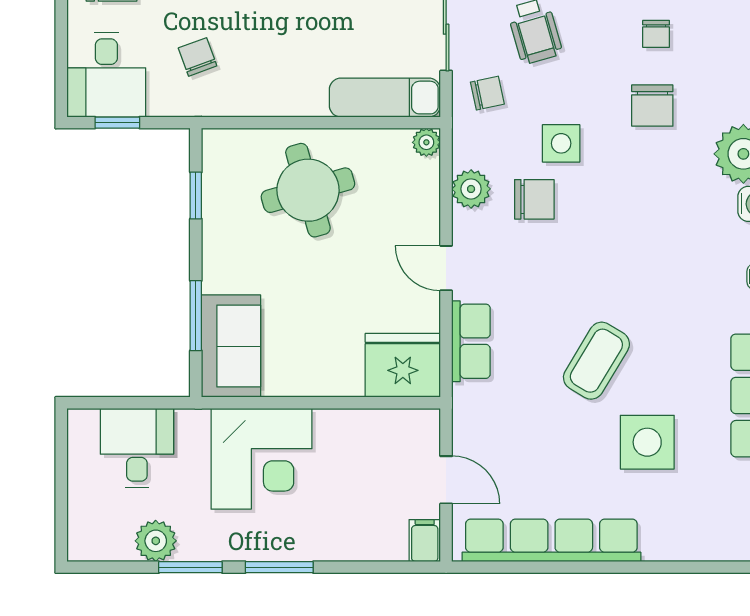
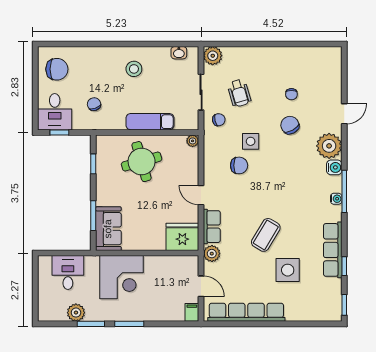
exam couch: (385, 98) -> (150, 122), moved
chair: (652, 106) -> (290, 125), turned 151
plant: (471, 189) -> (212, 254), moved

